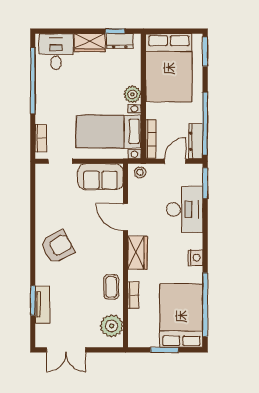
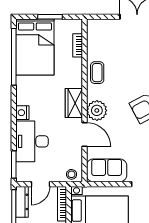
nightstand: (195, 258) -> (22, 113), moved
bookcase: (133, 295) -> (78, 45), moved
plant: (112, 326) -> (97, 110), moved

